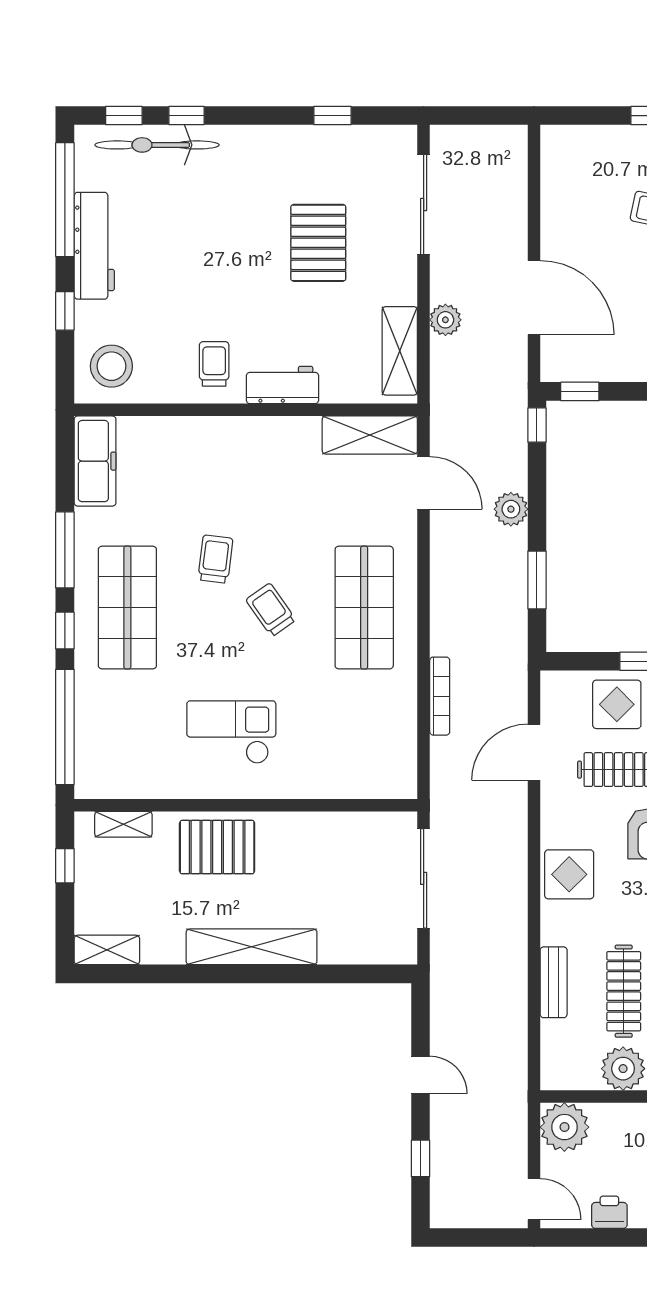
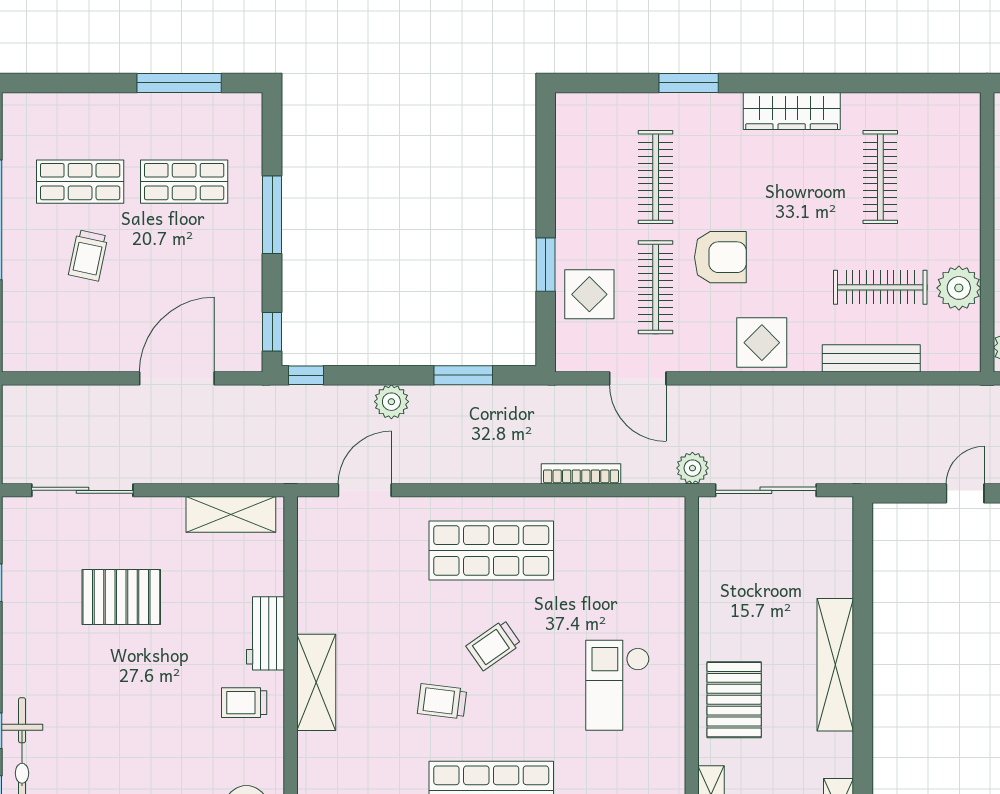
plant: (445, 320) -> (692, 468), moved
shelving: (370, 435) -> (316, 682), moved
bench: (554, 982) -> (871, 358), width x1.36

